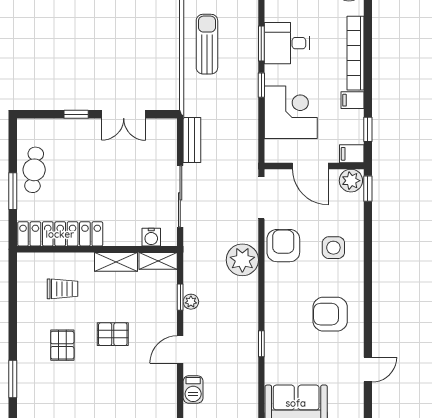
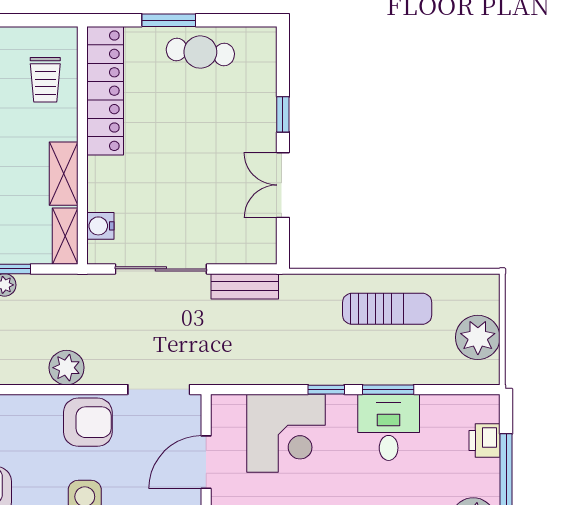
plant: (242, 260) -> (67, 368), width x0.73, depth x0.73
trolley: (63, 289) -> (45, 80), moved

